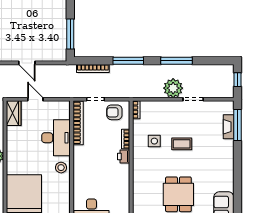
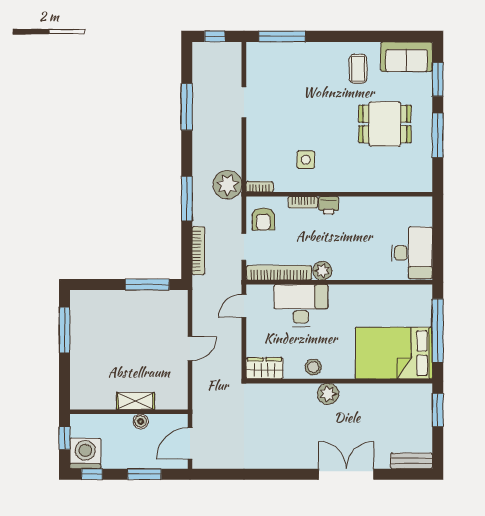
window: (177, 61) -> (187, 107), moved
plant: (173, 88) -> (227, 185), moved
door: (35, 99) -> (244, 306), moved
fireplace: (229, 127) -> (285, 50), removed
coffee table: (182, 144) -> (358, 69), moved
plant: (79, 152) -> (322, 271), added
stool: (61, 168) -> (313, 367), moved

